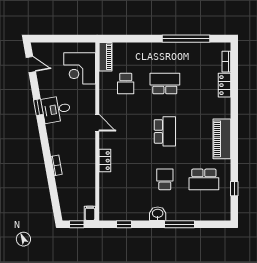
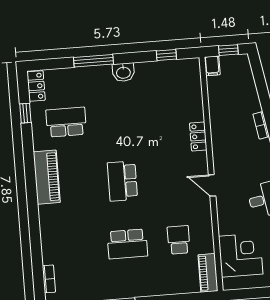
locker: (224, 85) -> (36, 86), moved
school desk: (165, 179) -> (117, 118), removed

